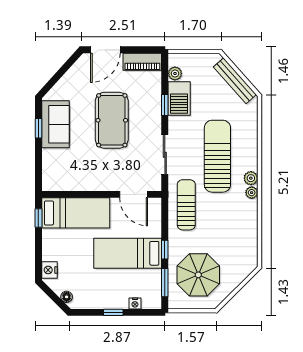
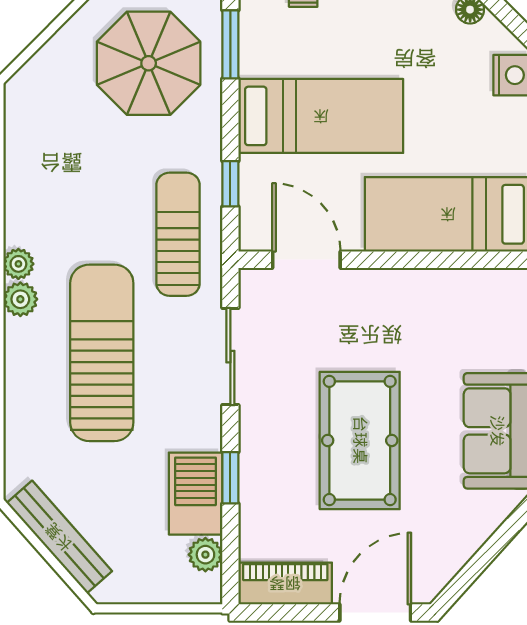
sun lounger: (217, 156) -> (102, 353), turned 180
sun lounger: (186, 205) -> (178, 234), turned 180
window: (165, 250) -> (230, 184), moved

